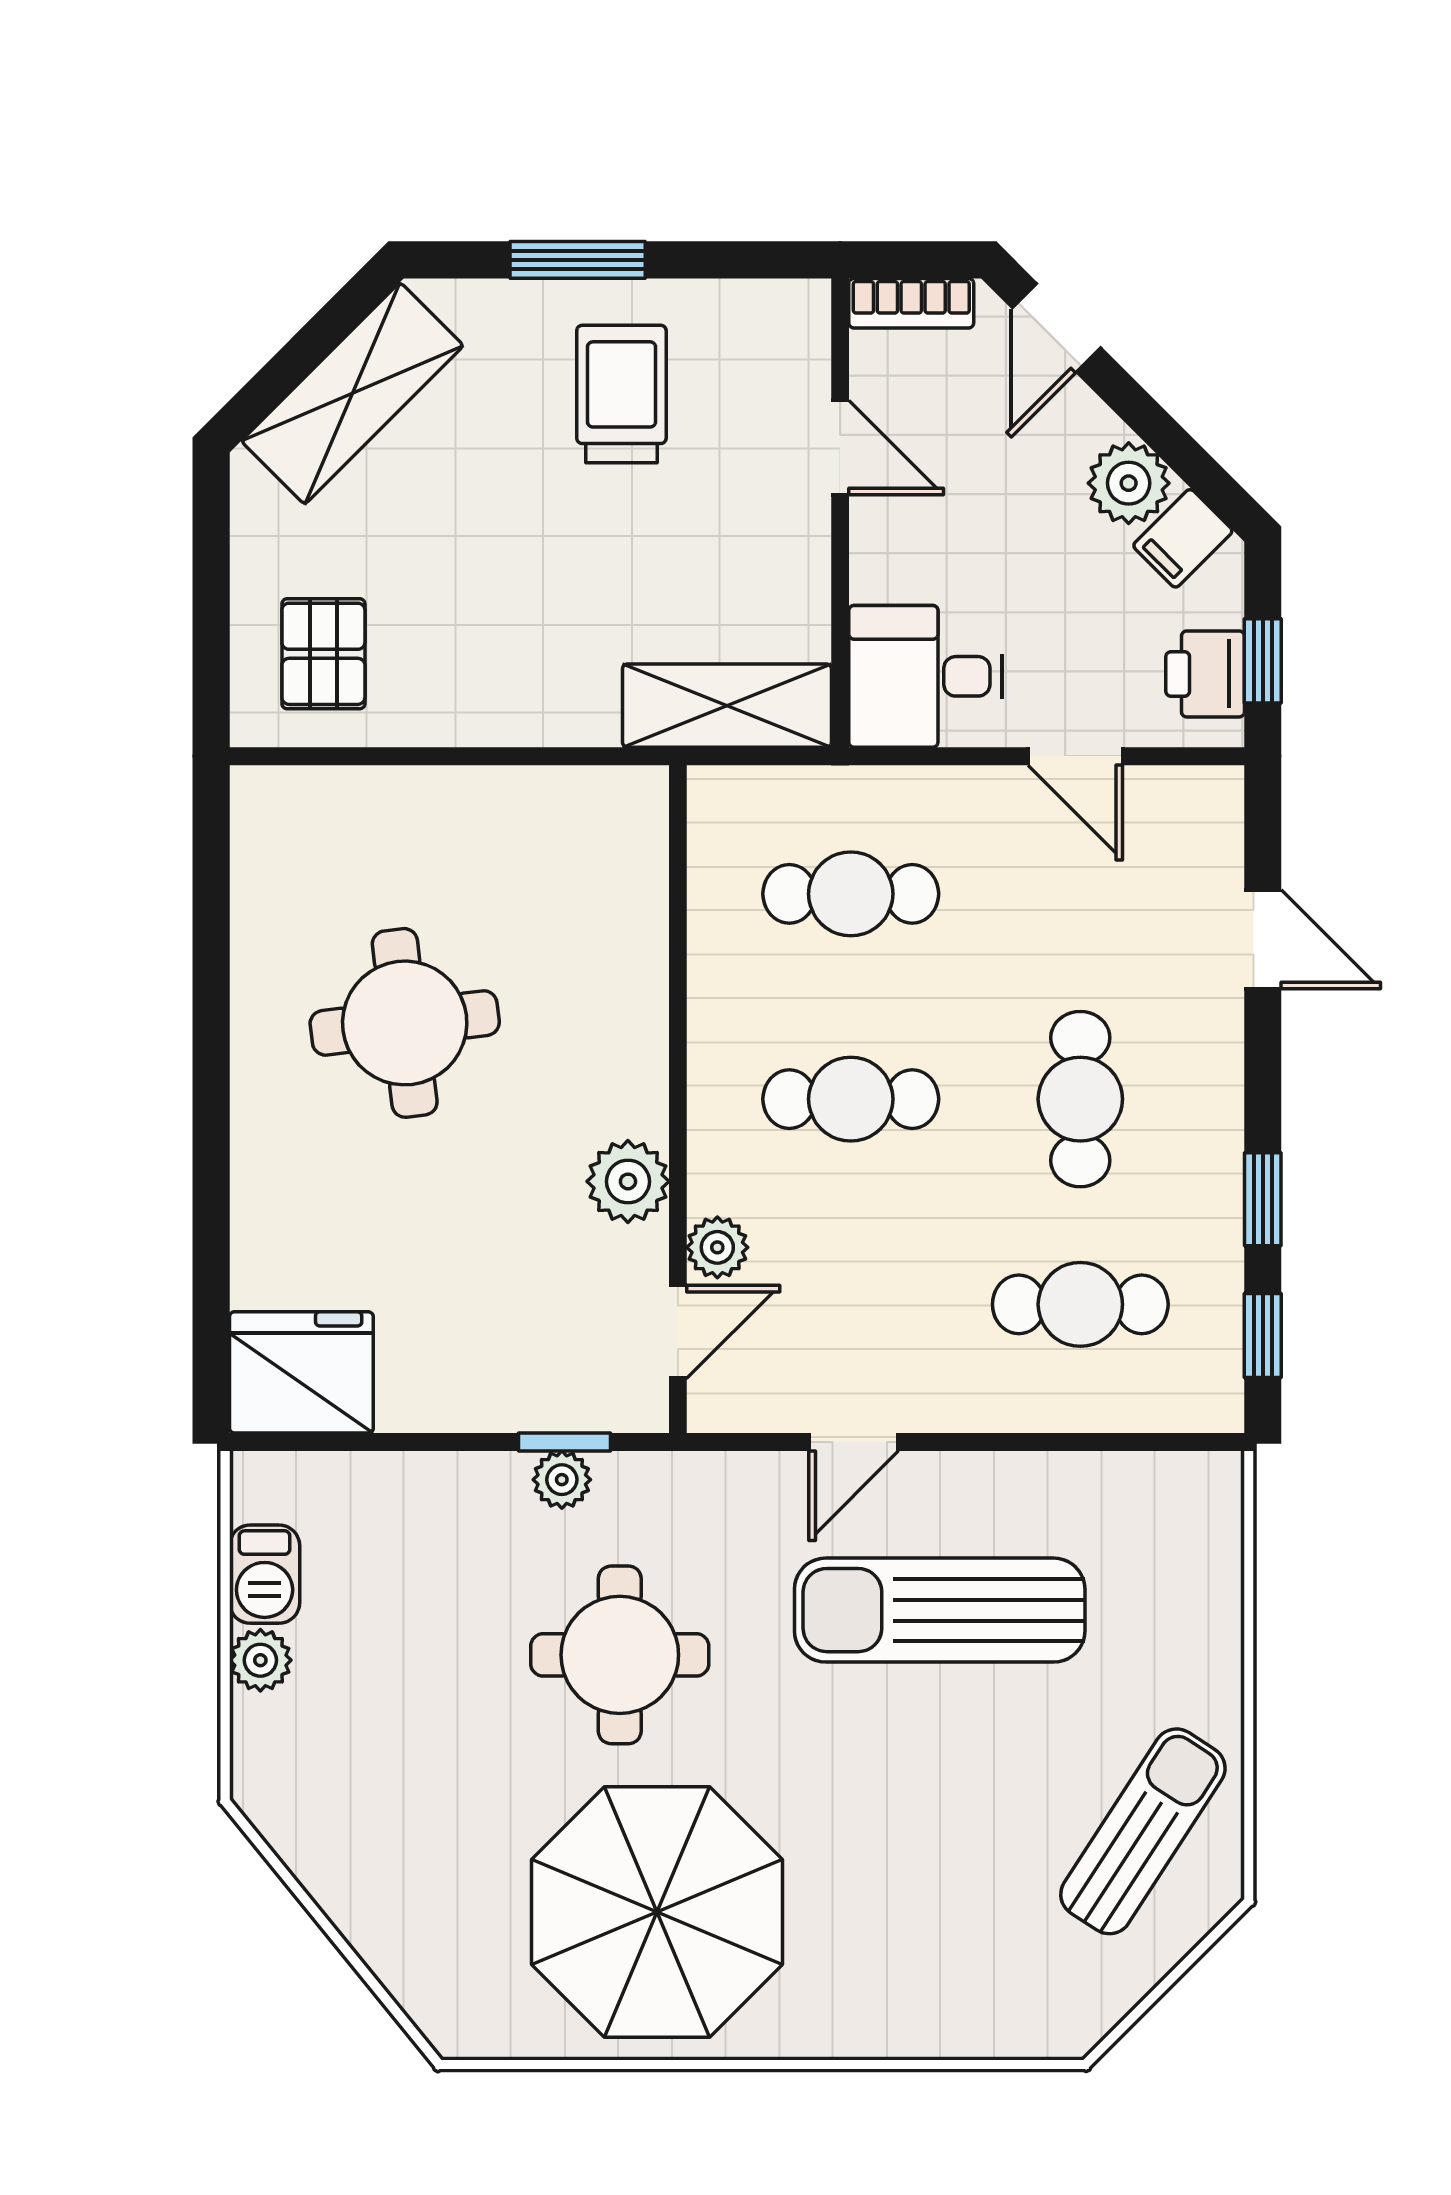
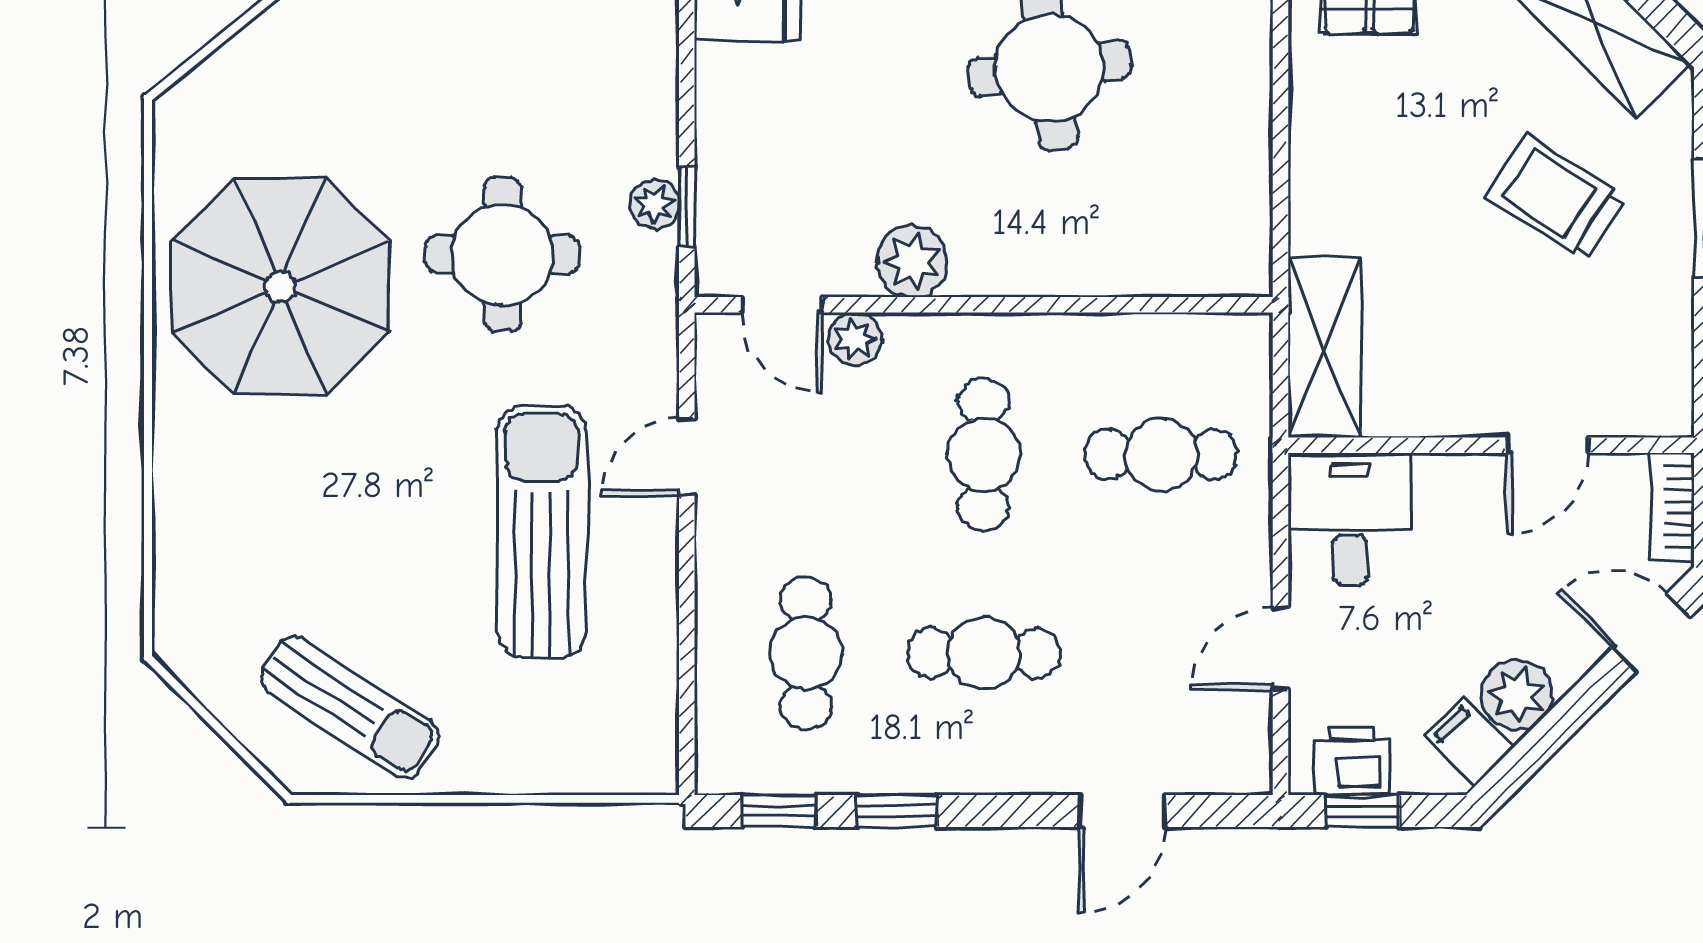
trolley: (621, 394) -> (1556, 198), moved, turned -147
cafe table: (851, 894) -> (1161, 454), turned 90
door: (854, 1442) -> (687, 457), hinge flipped

